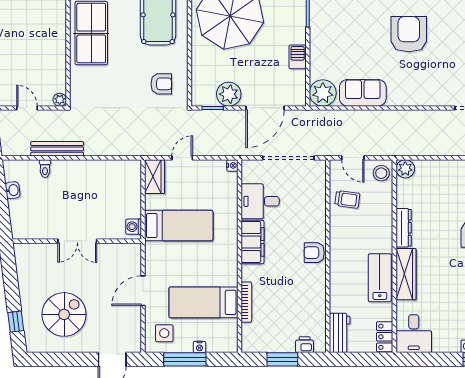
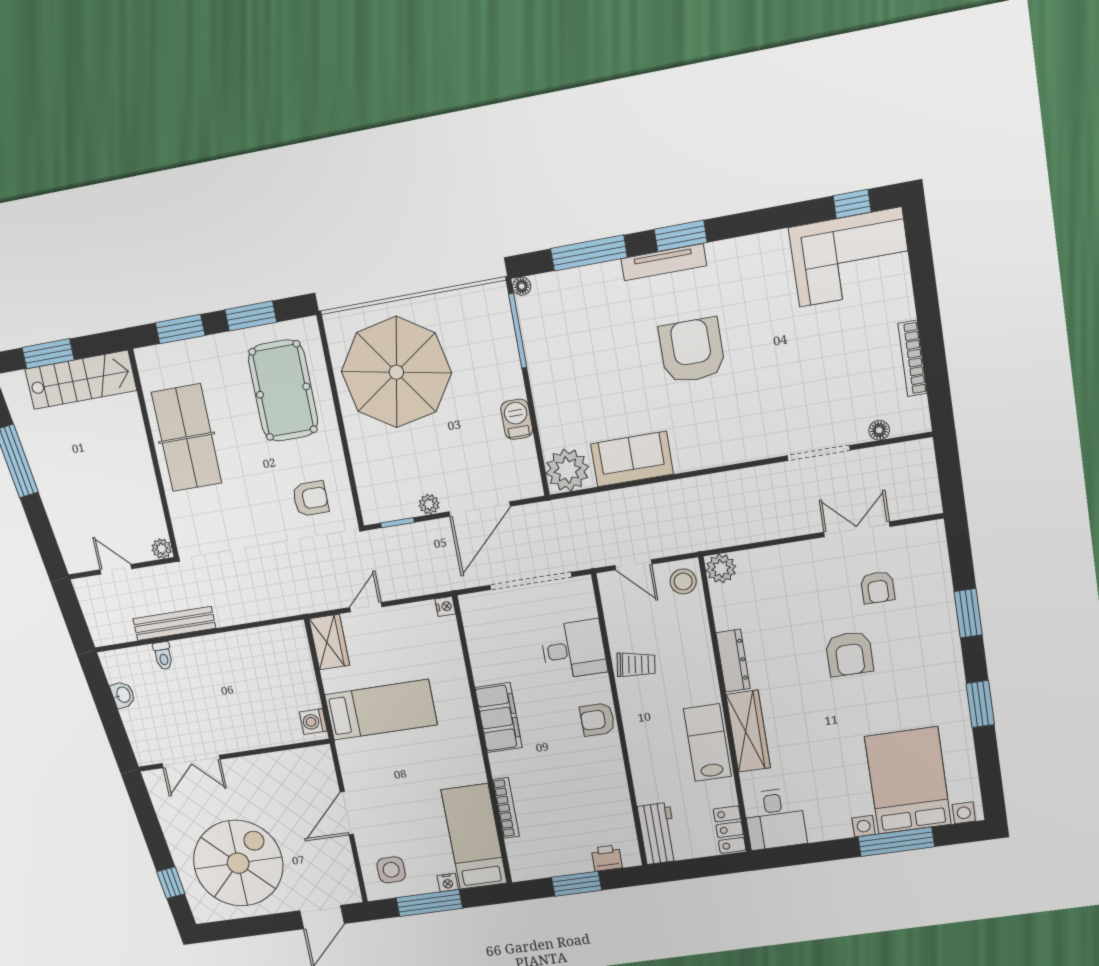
plant: (229, 94) -> (429, 504), width x0.53, depth x0.53
trolley: (347, 199) -> (636, 665), moved
desk: (260, 201) -> (574, 649), moved, turned 180
double door: (77, 241) -> (191, 761), moved
bed: (203, 302) -> (474, 837), moved, turned 90
spiral stairs: (64, 314) -> (238, 863), width x1.37, depth x1.37

